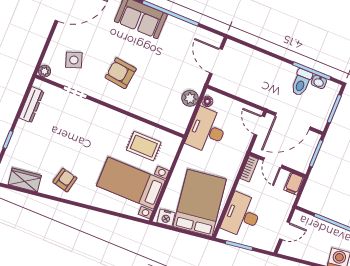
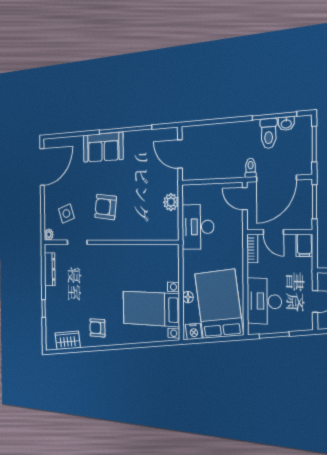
floor lamp: (207, 101) -> (188, 297), moved
toilet: (275, 103) -> (251, 168), added
rug: (144, 146) -> (149, 268), removed
armchair: (65, 180) -> (97, 328), turned -103

